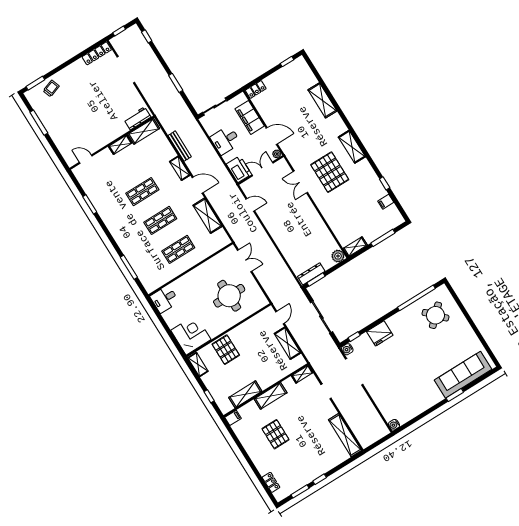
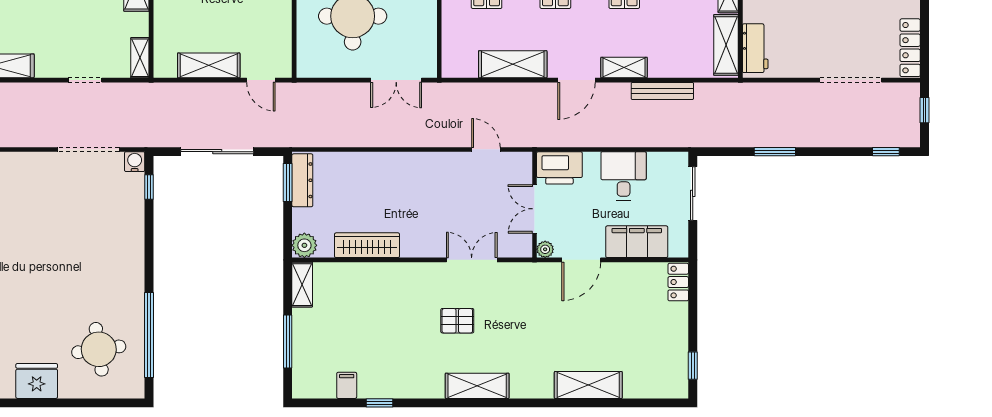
double door: (263, 169) -> (535, 209), swing flipped
pallet: (330, 172) -> (457, 321), width x0.49, depth x0.50
door: (250, 205) -> (486, 149), swing flipped
wardrobe: (322, 230) -> (367, 245), added
round table: (435, 315) -> (99, 349), turned 36
fridge: (380, 333) -> (37, 381), moved, turned 90

